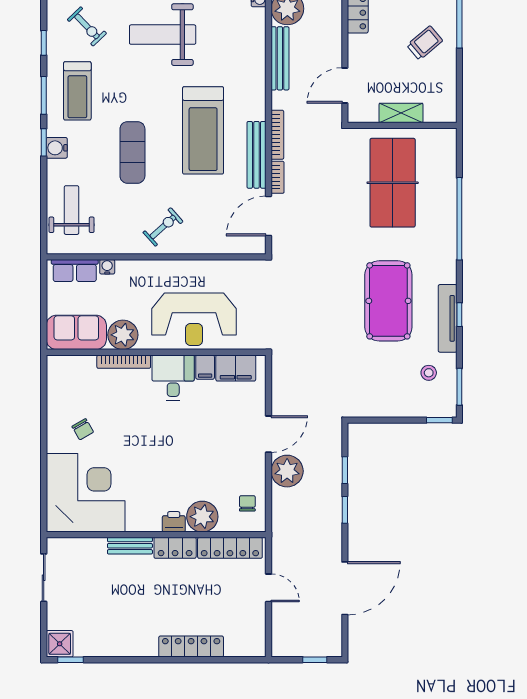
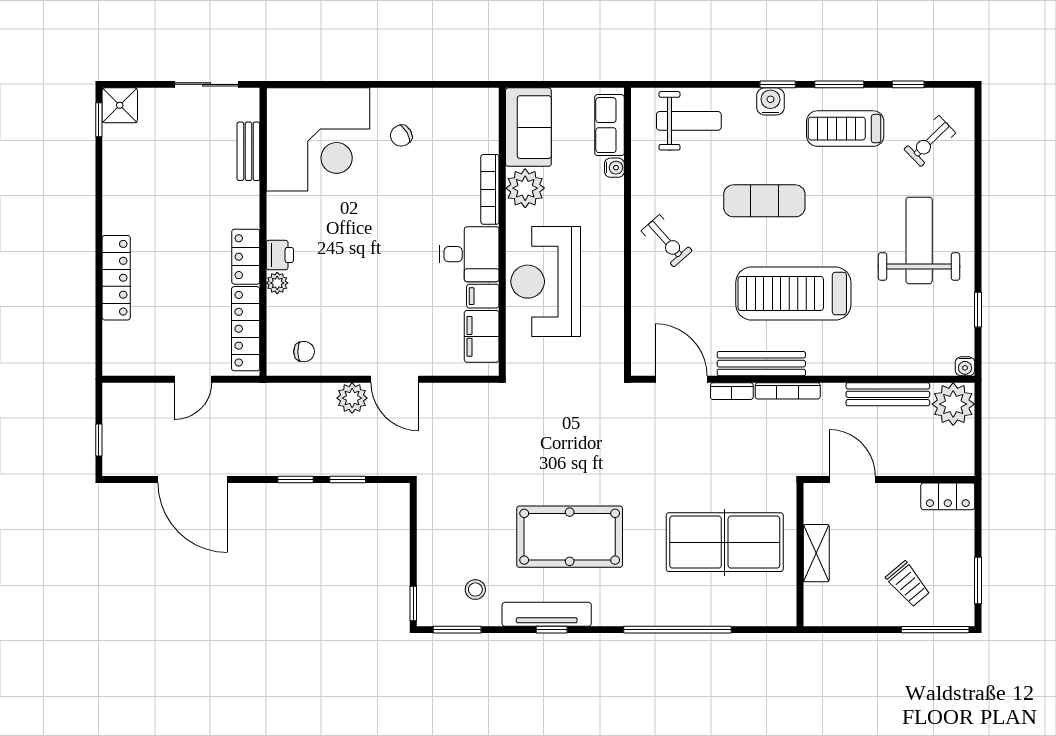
plant: (287, 471) -> (352, 398), width x0.73, depth x0.73
plant: (202, 517) -> (277, 283), width x0.53, depth x0.53
bench: (130, 546) -> (248, 151), moved

